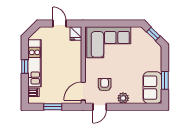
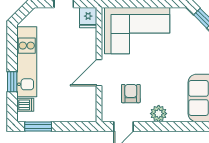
window: (25, 67) -> (12, 82), moved
door: (83, 91) -> (99, 73), moved
window: (53, 107) -> (38, 127), moved

